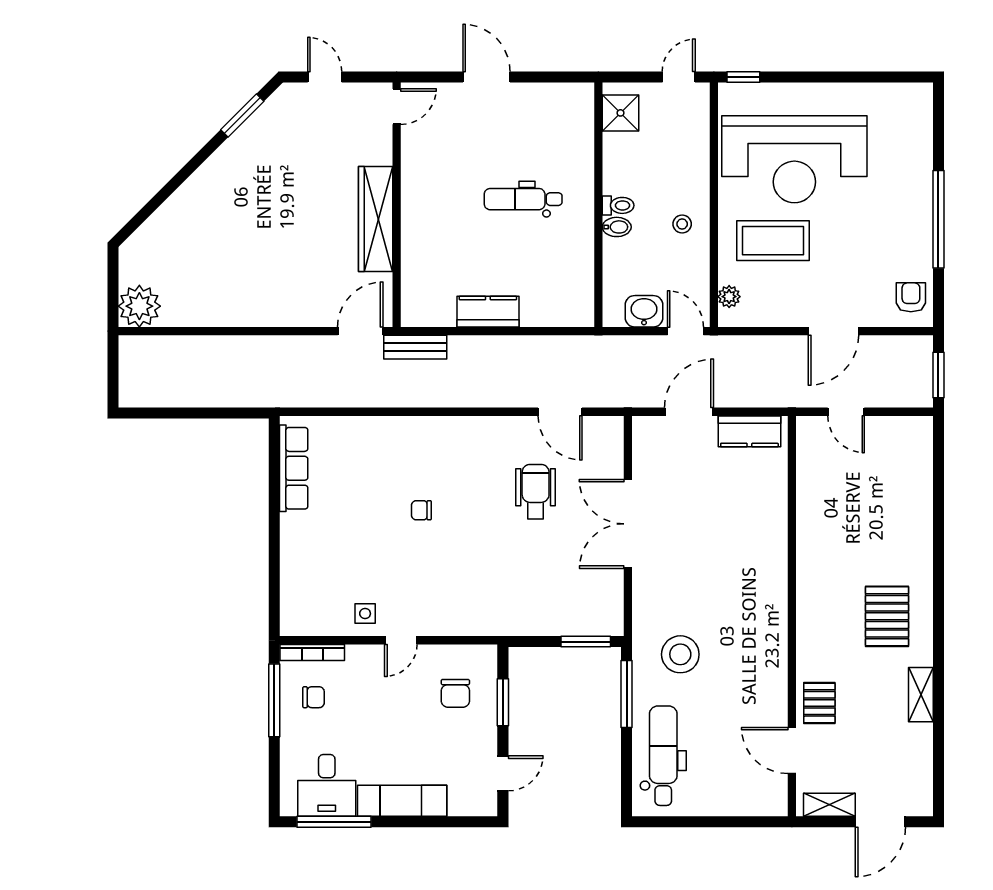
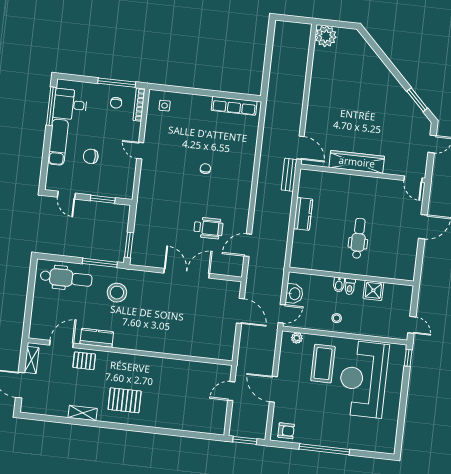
shower: (620, 113) -> (373, 290), moved
kitchen counter: (749, 431) -> (97, 338), moved, turned 90
side table: (365, 614) -> (165, 106), moved
chair: (455, 693) -> (91, 156), moved

